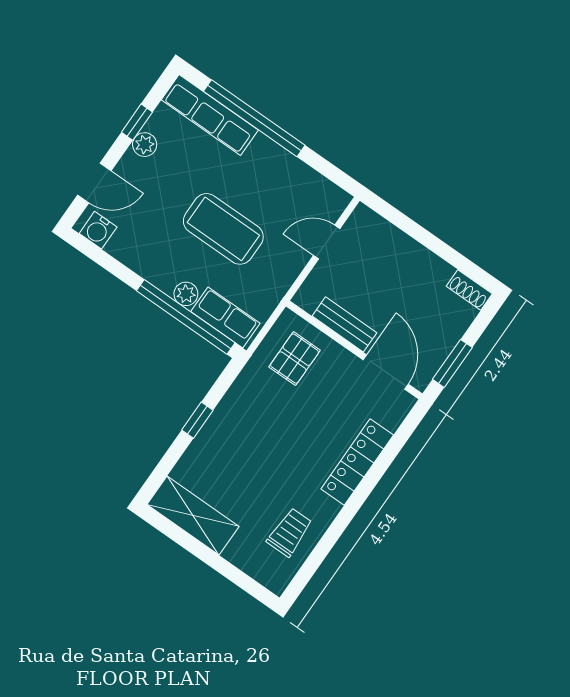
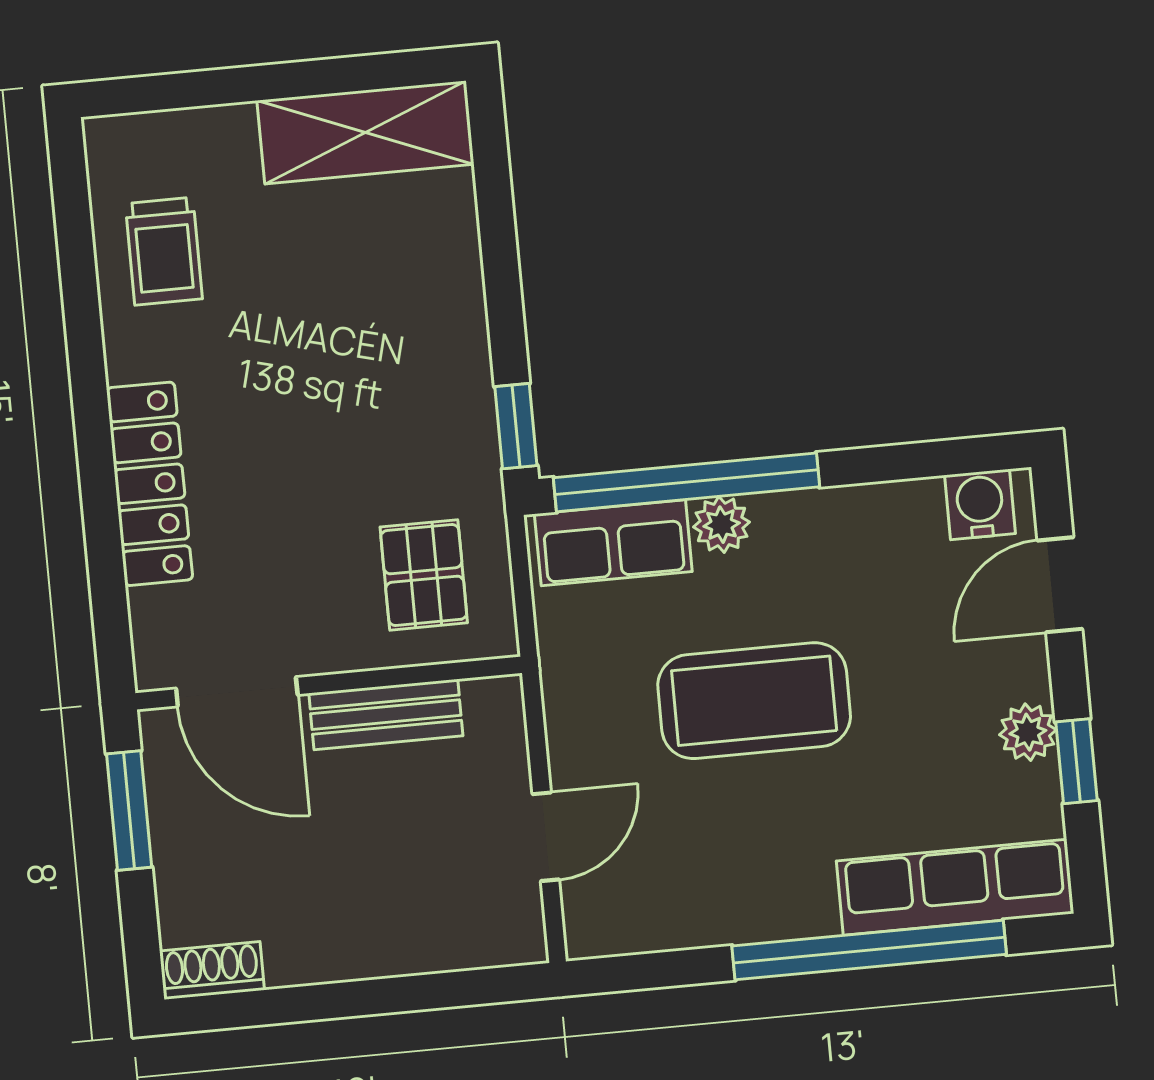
window: (197, 420) -> (516, 426), moved

